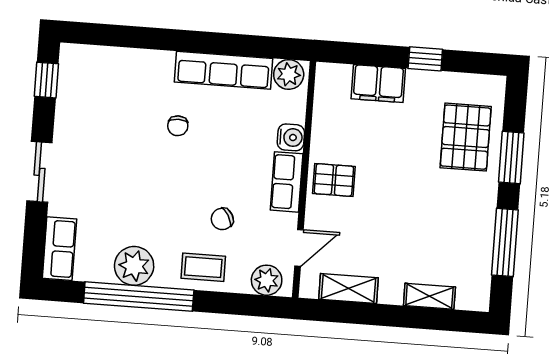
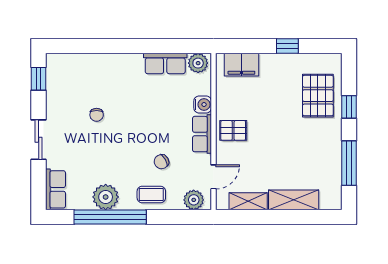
row of seats: (224, 70) -> (165, 64), width x0.68
filing cabinet: (378, 84) -> (241, 65), moved
chair: (178, 126) -> (97, 115), moved
window: (511, 158) -> (349, 107), width x0.67
shelving: (429, 296) -> (294, 200), width x1.50, depth x1.33

